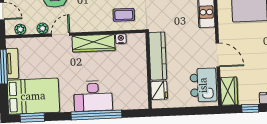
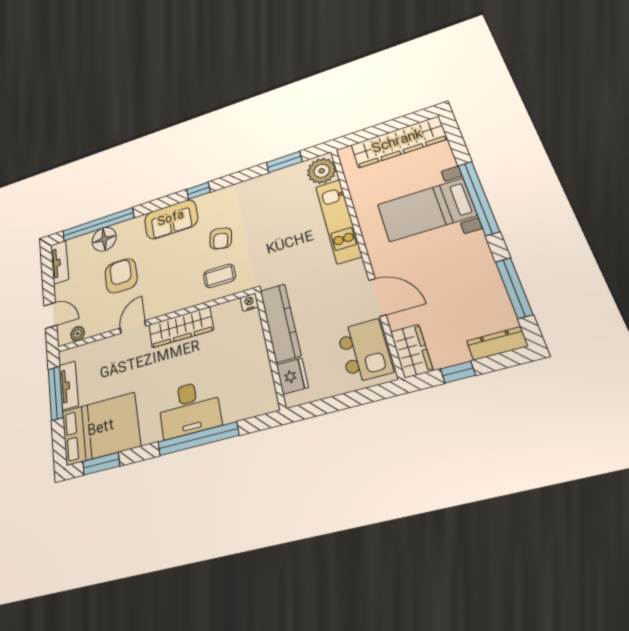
plant: (43, 28) -> (107, 324), removed
nightstand: (121, 39) -> (249, 302), moved

